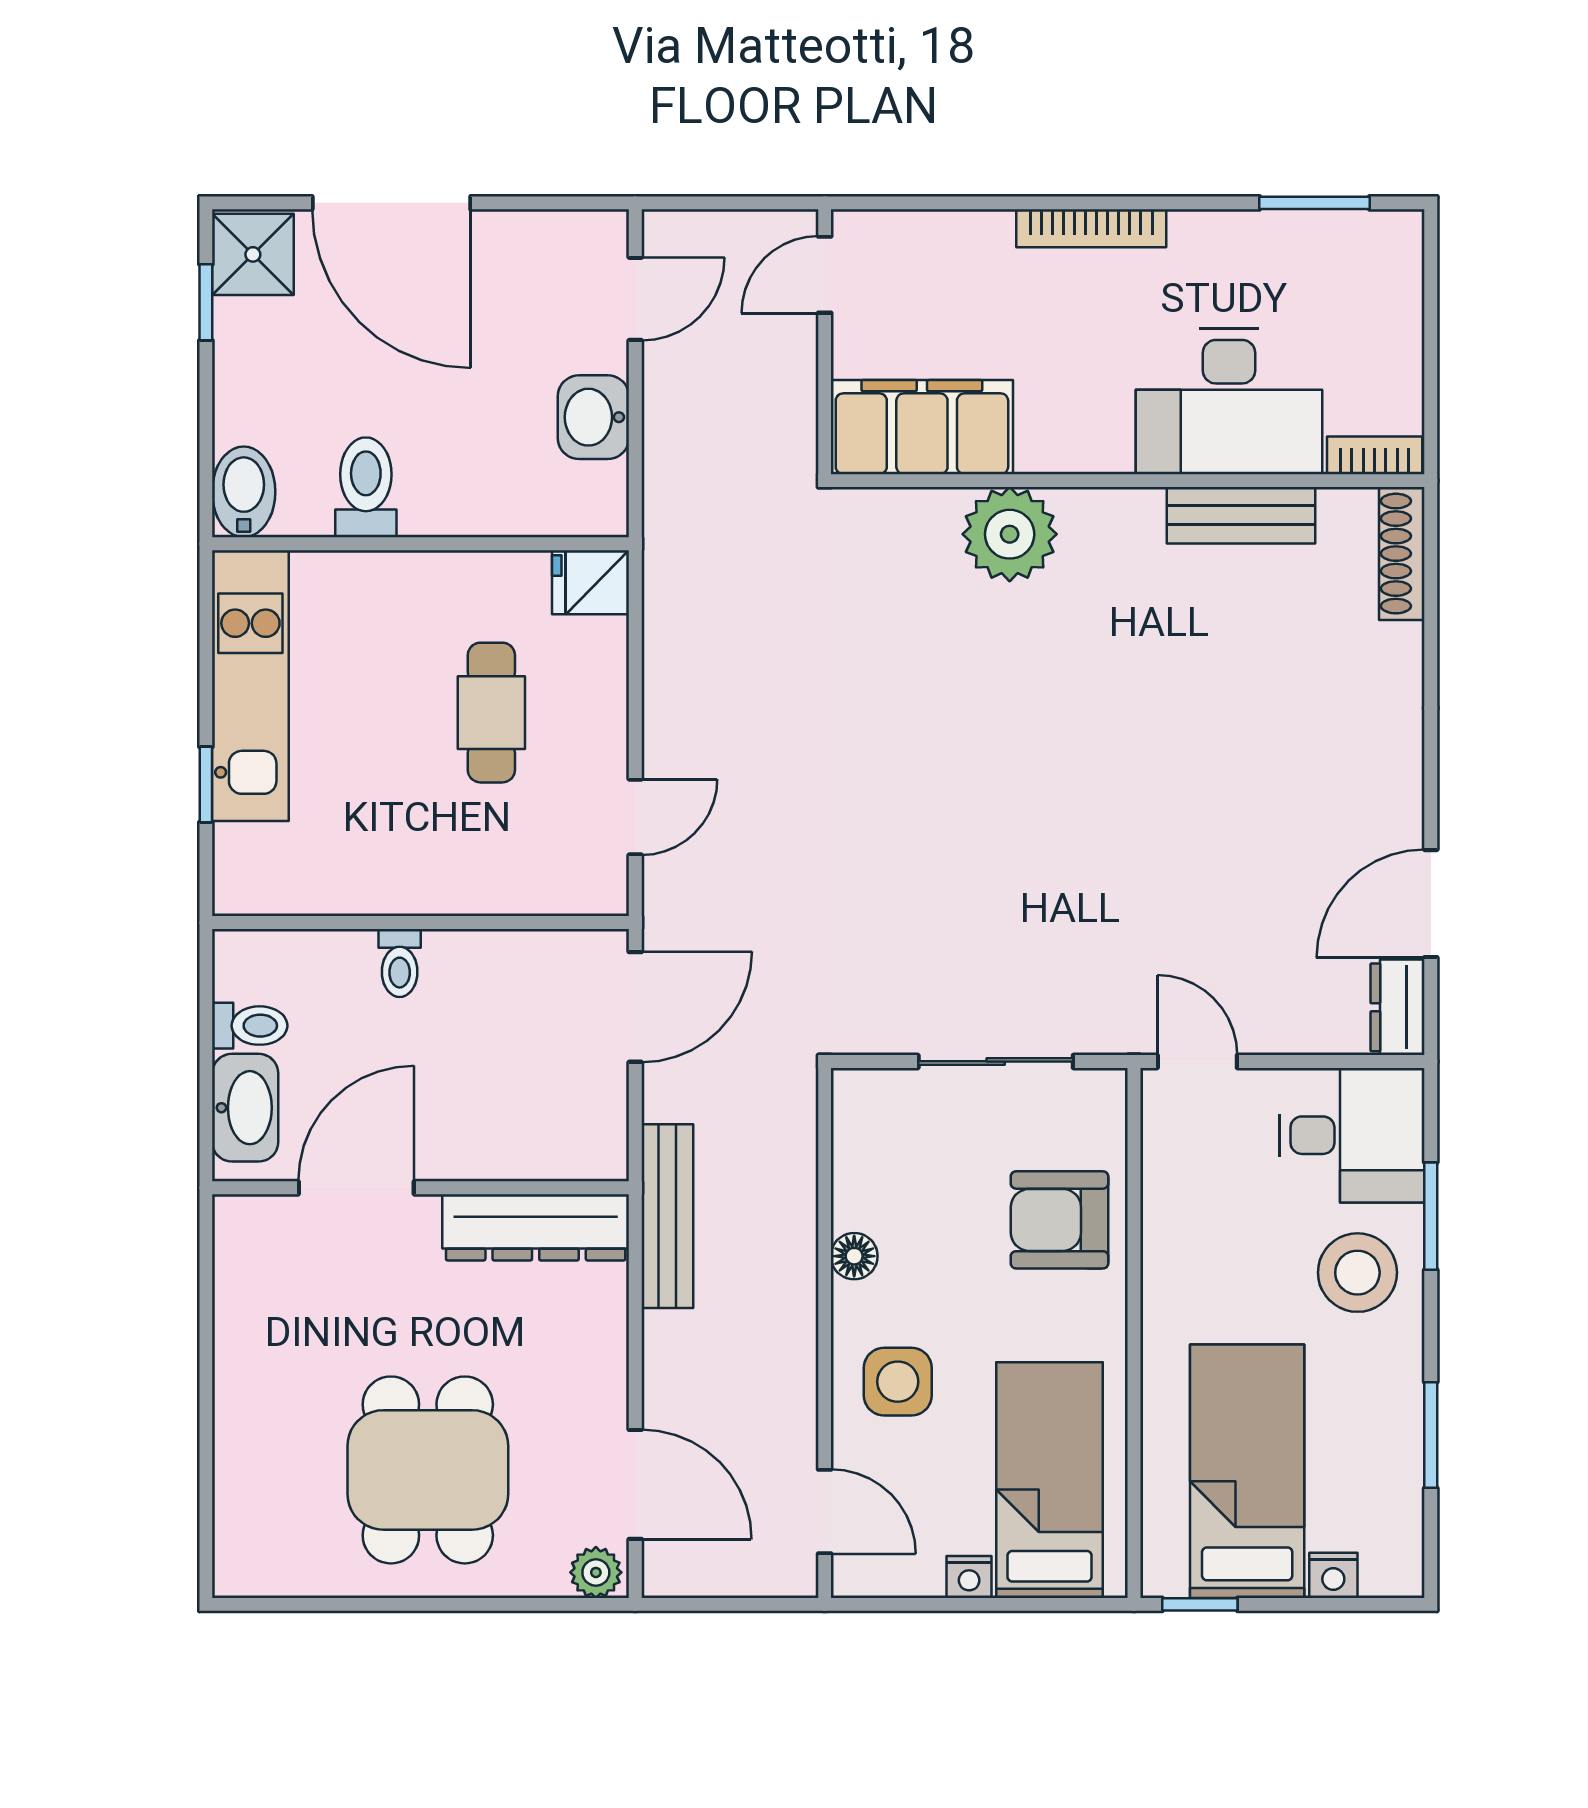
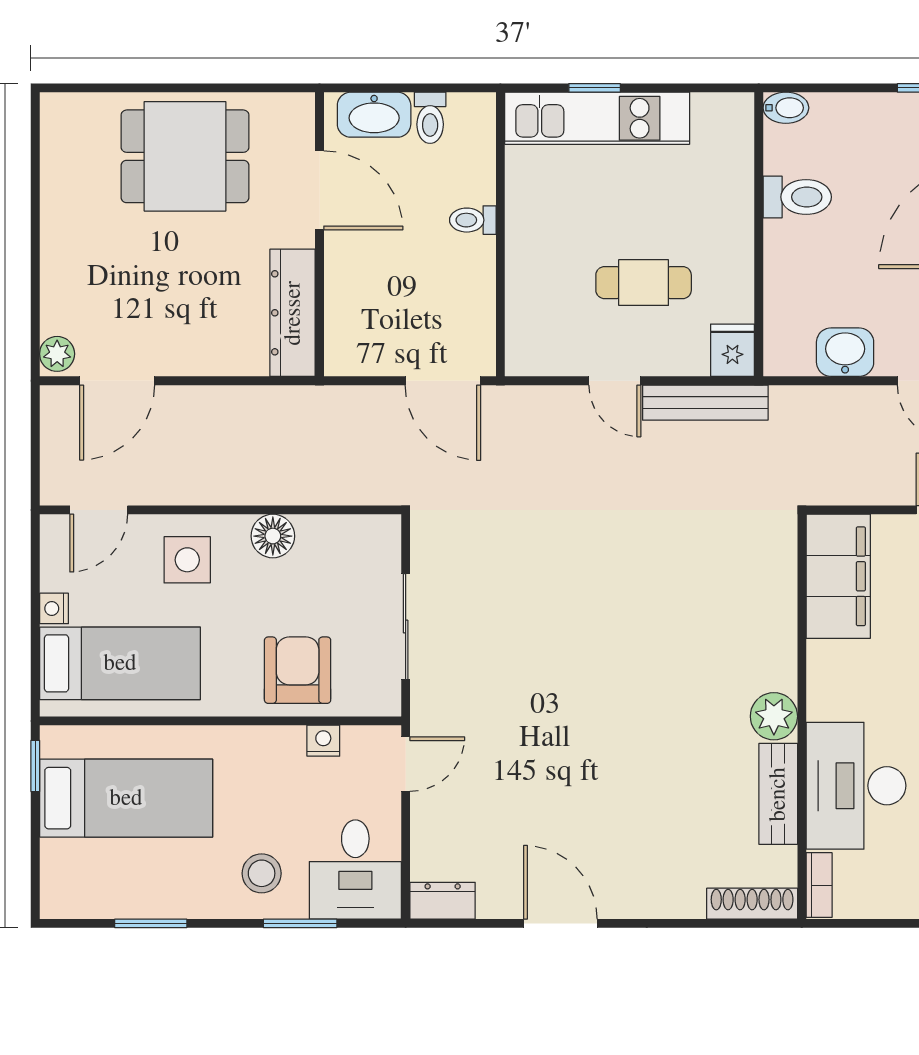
bidet: (244, 492) -> (786, 108), width x0.72, depth x0.74
plant: (1010, 534) -> (774, 716), moved, width x0.73, depth x0.73
kitchen unit: (250, 686) -> (597, 118), moved
door: (635, 817) -> (615, 381), moved
door: (1431, 904) -> (560, 923), moved
bench: (667, 1216) -> (705, 403), moved
floor lamp: (854, 1256) -> (273, 536), width x1.37, depth x1.37
stool: (1357, 1273) -> (262, 873), width x0.73, depth x0.73
dining table: (428, 1470) -> (185, 156), moved
nightstand: (1333, 1575) -> (323, 741), moved, turned 90

